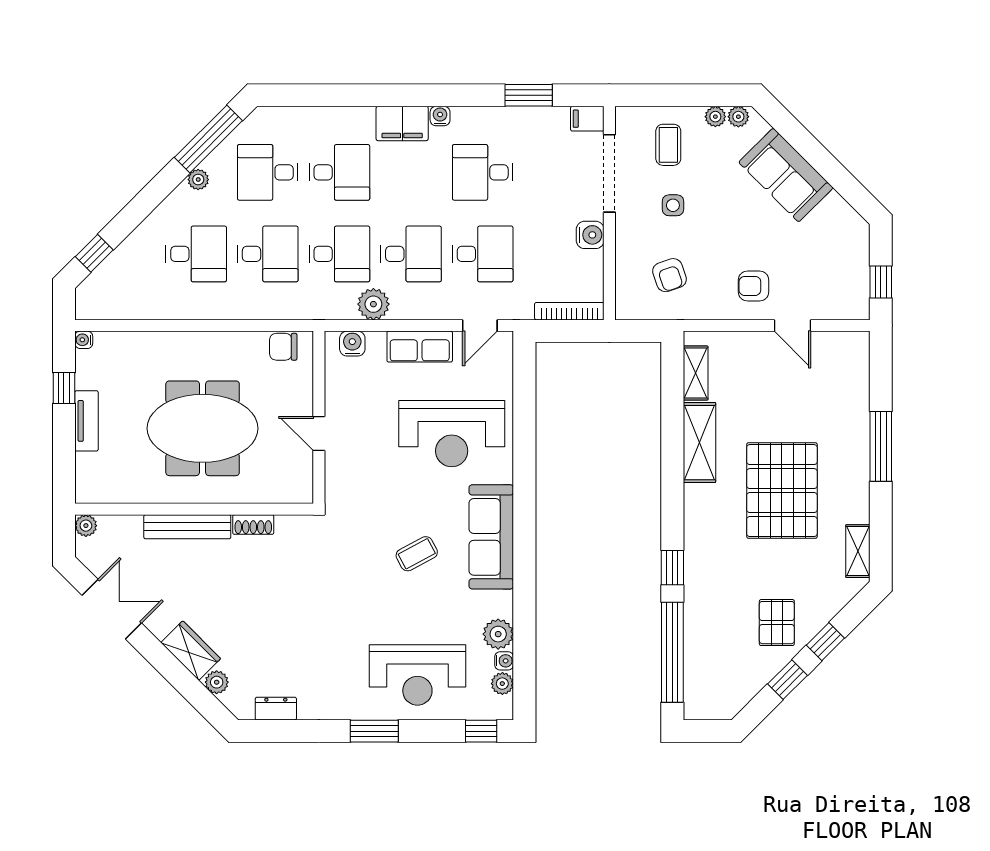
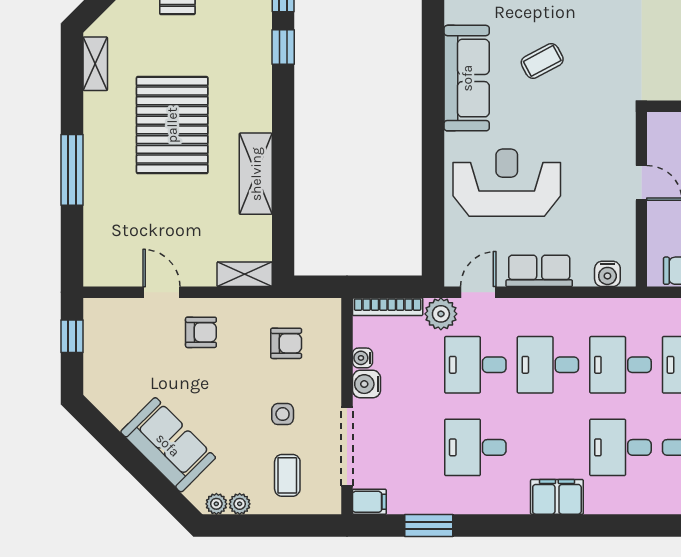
water cooler: (440, 116) -> (362, 358), moved, turned 90
desk: (483, 172) -> (475, 447), turned 180
armchair: (669, 275) -> (286, 343), turned 109
plant: (373, 304) -> (441, 314), moved
shelving: (696, 373) -> (245, 274), moved, turned 90

